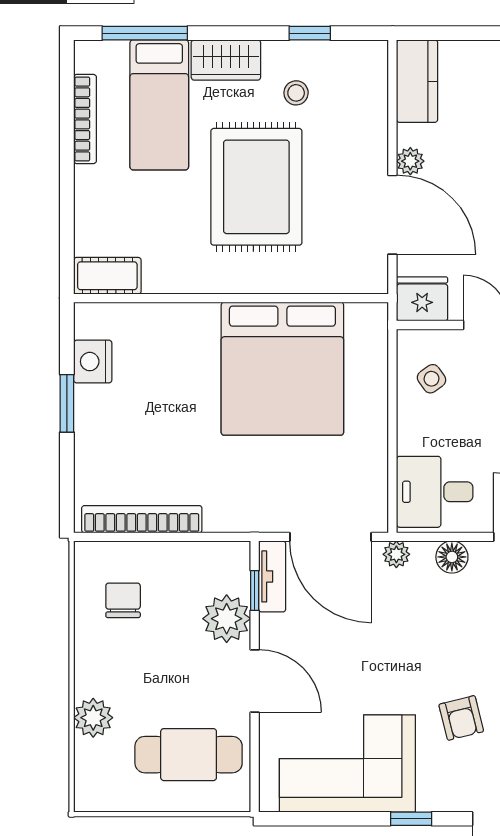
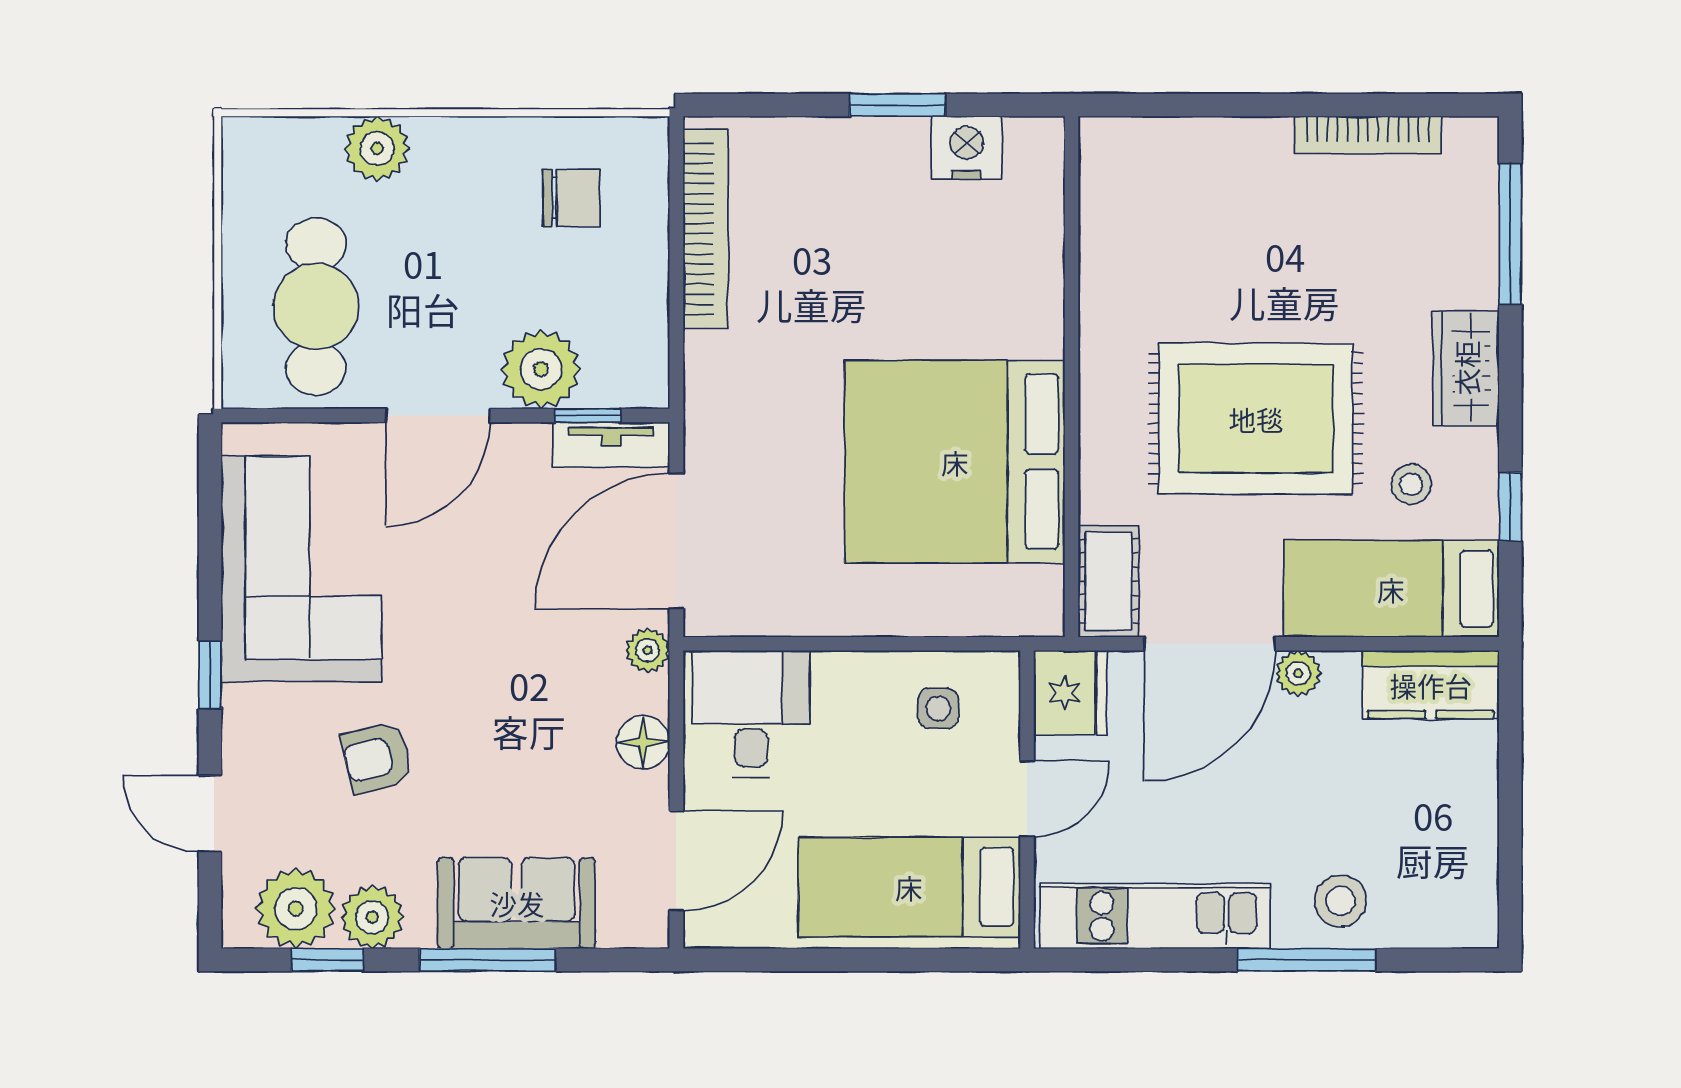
bed: (159, 105) -> (1391, 589), moved
cot: (107, 276) -> (1109, 581), moved
side table: (432, 379) -> (938, 708), turned 35

